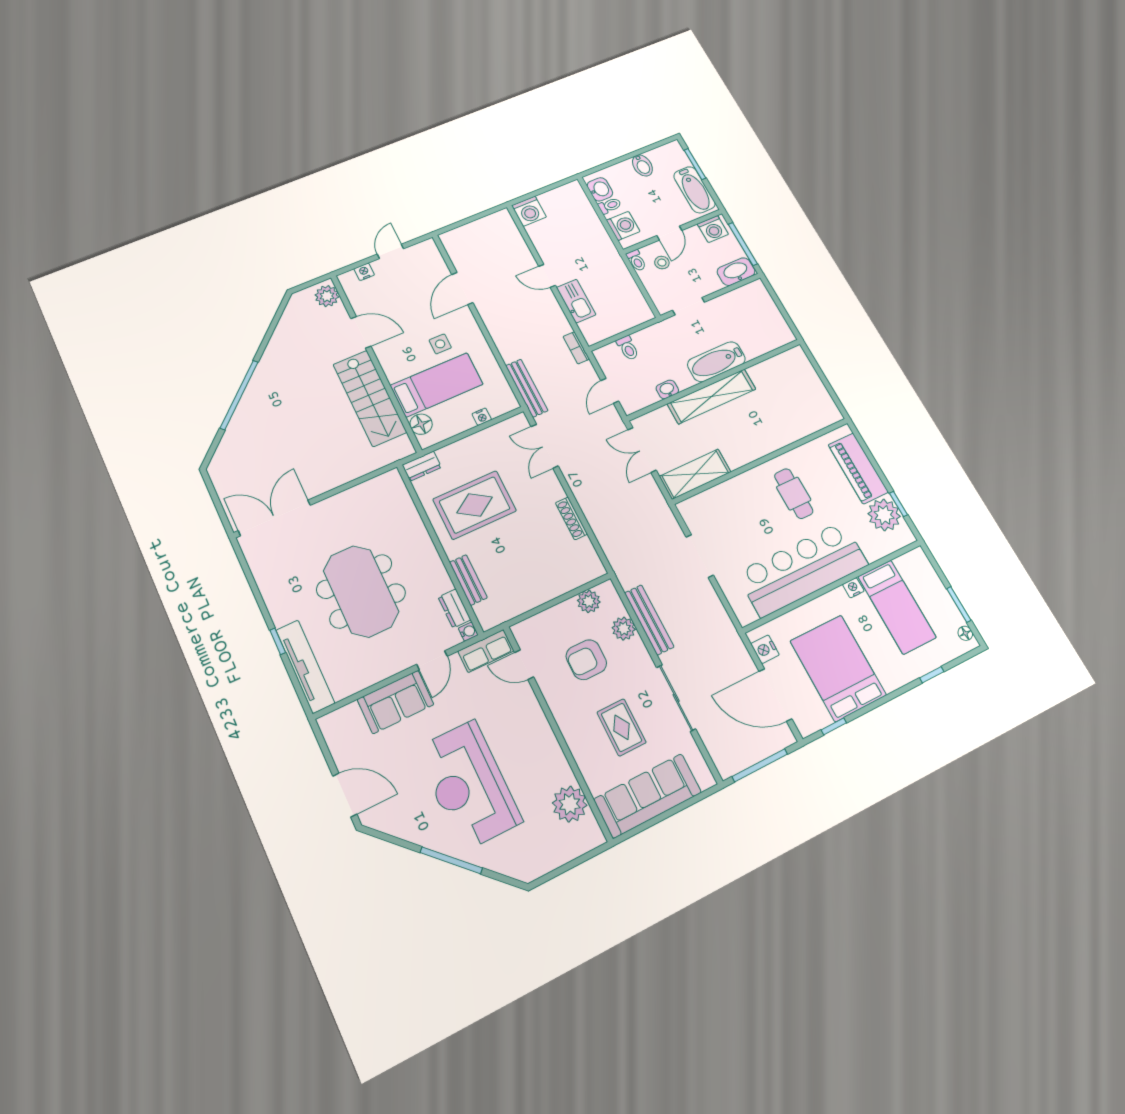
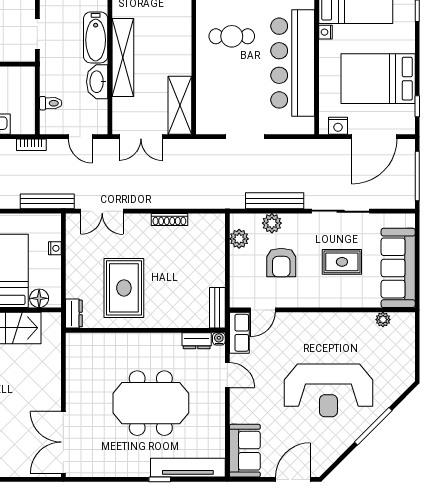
washbasin: (667, 389) -> (97, 82), width x1.91, depth x1.45
bench: (468, 580) -> (217, 308), moved, turned 90
sofa: (396, 702) -> (245, 451), moved
plant: (570, 804) -> (383, 320), width x0.53, depth x0.53

